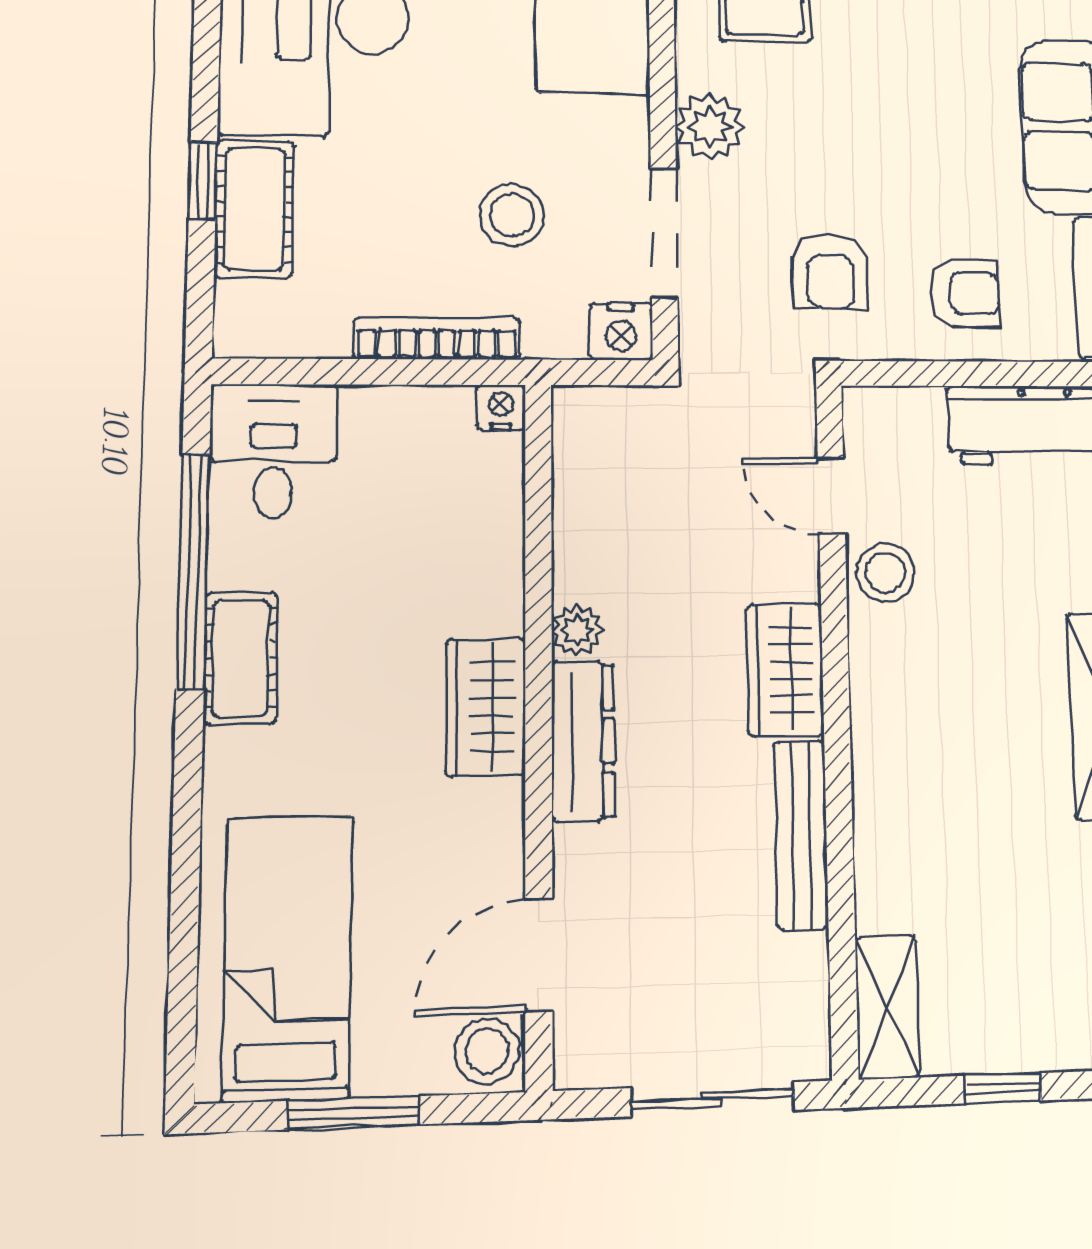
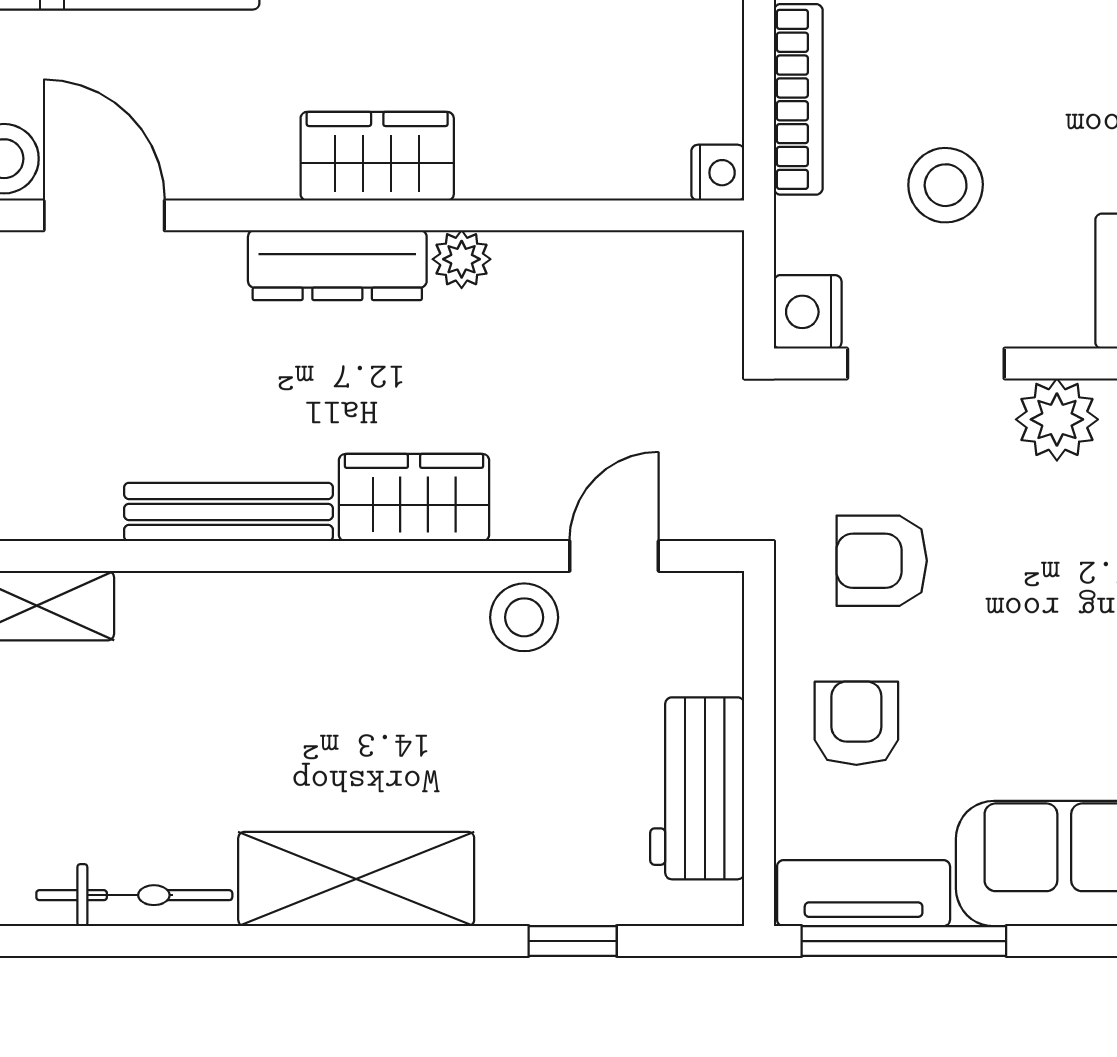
armchair: (965, 293) -> (856, 723), turned 180

